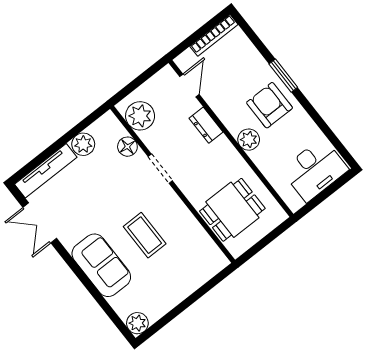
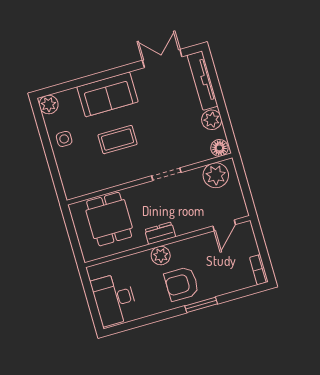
bookcase: (214, 35) -> (259, 270), width x0.64
door: (189, 85) -> (224, 225), hinge flipped
armchair: (270, 105) -> (182, 284), turned 180
dresser: (206, 125) -> (160, 233), moved
floor lamp: (127, 147) -> (219, 148), moved
side table: (167, 292) -> (64, 139), added

